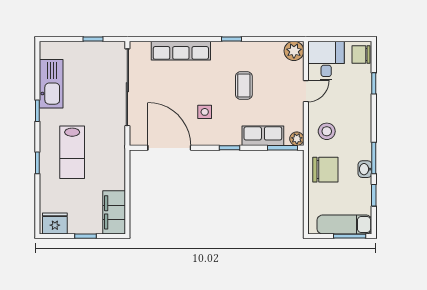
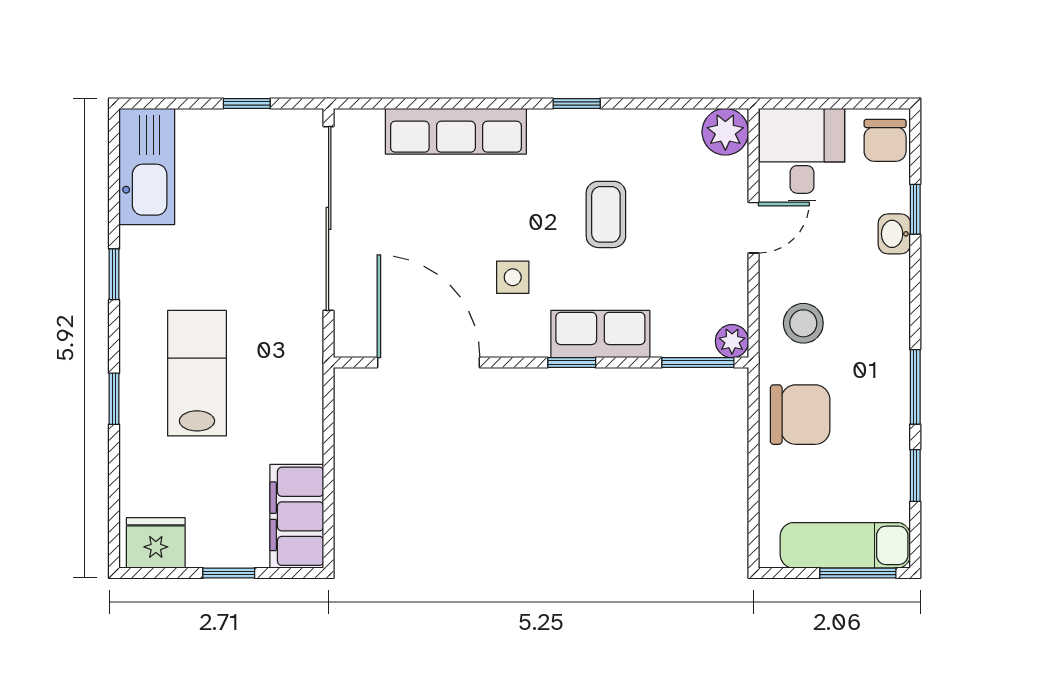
chair: (361, 54) -> (885, 140), turned -90
kitchen sink: (51, 84) -> (147, 166), moved
row of seats: (263, 136) -> (600, 334), moved
lab bench: (72, 152) -> (197, 373), turned 180
washbasin: (365, 169) -> (894, 234), moved

